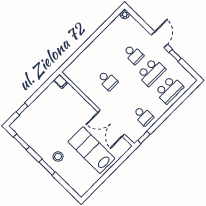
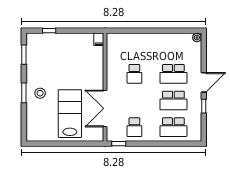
school desk: (133, 54) -> (173, 74), width x1.85

